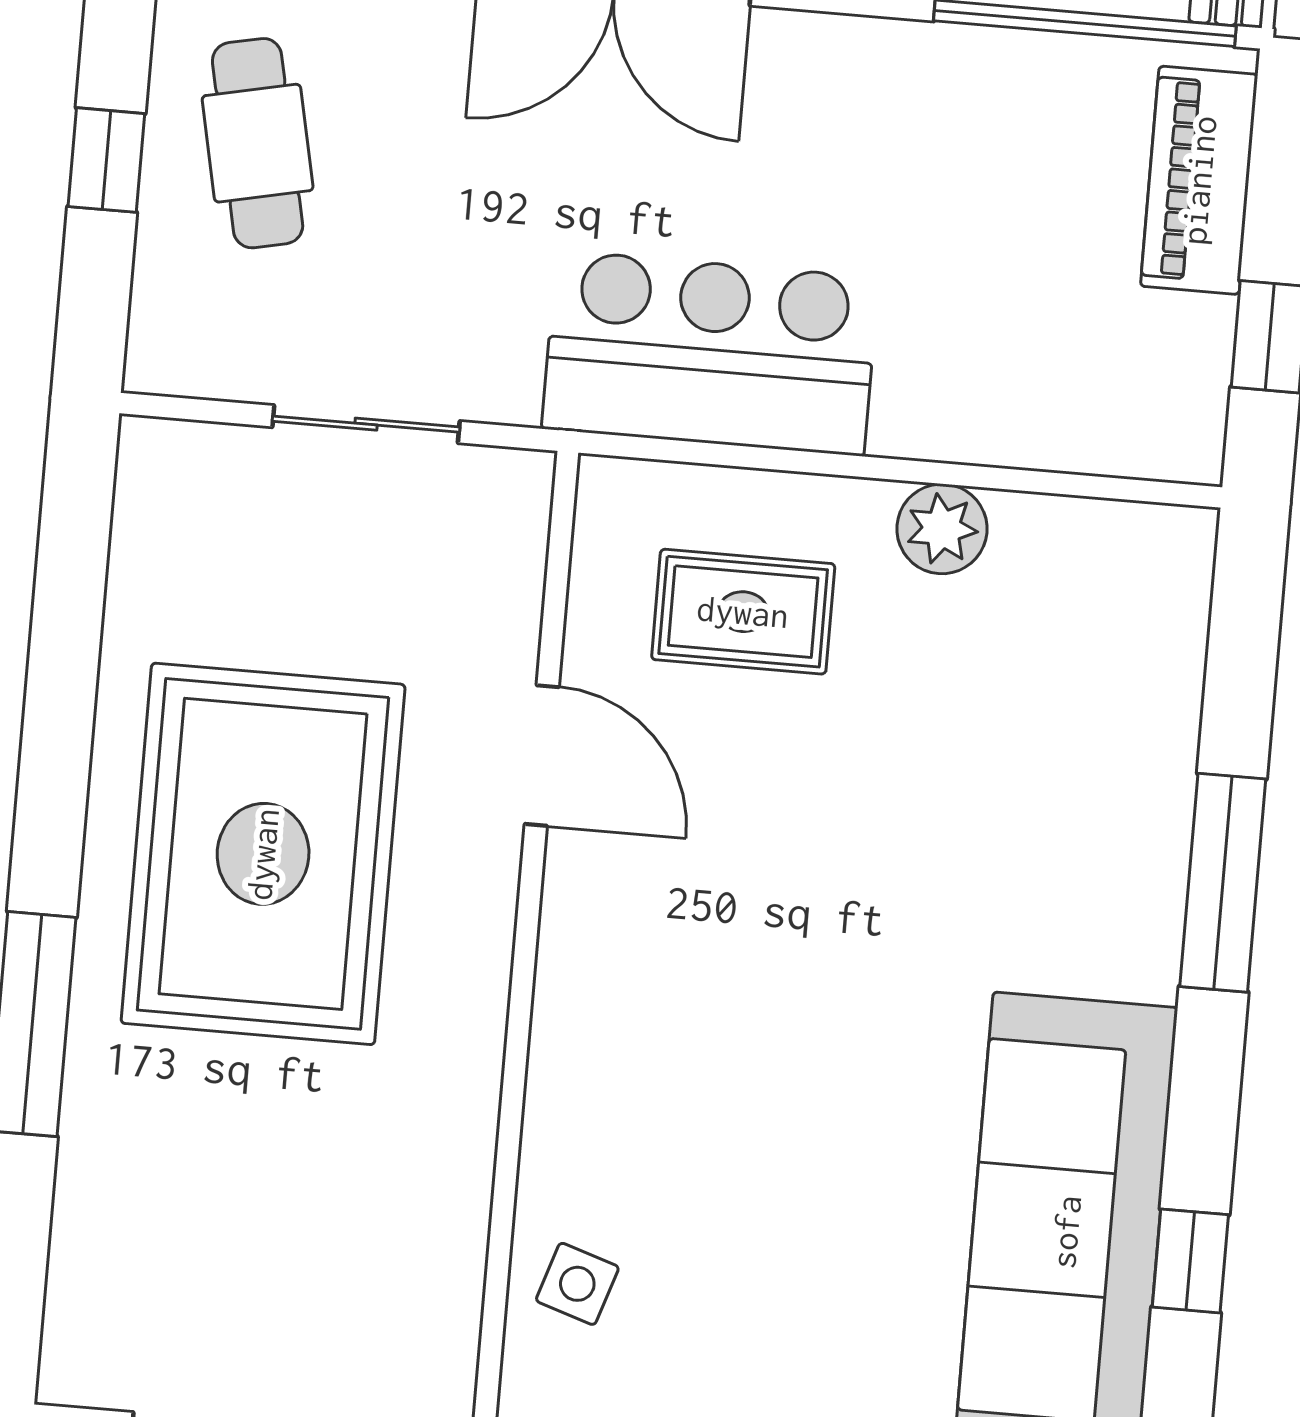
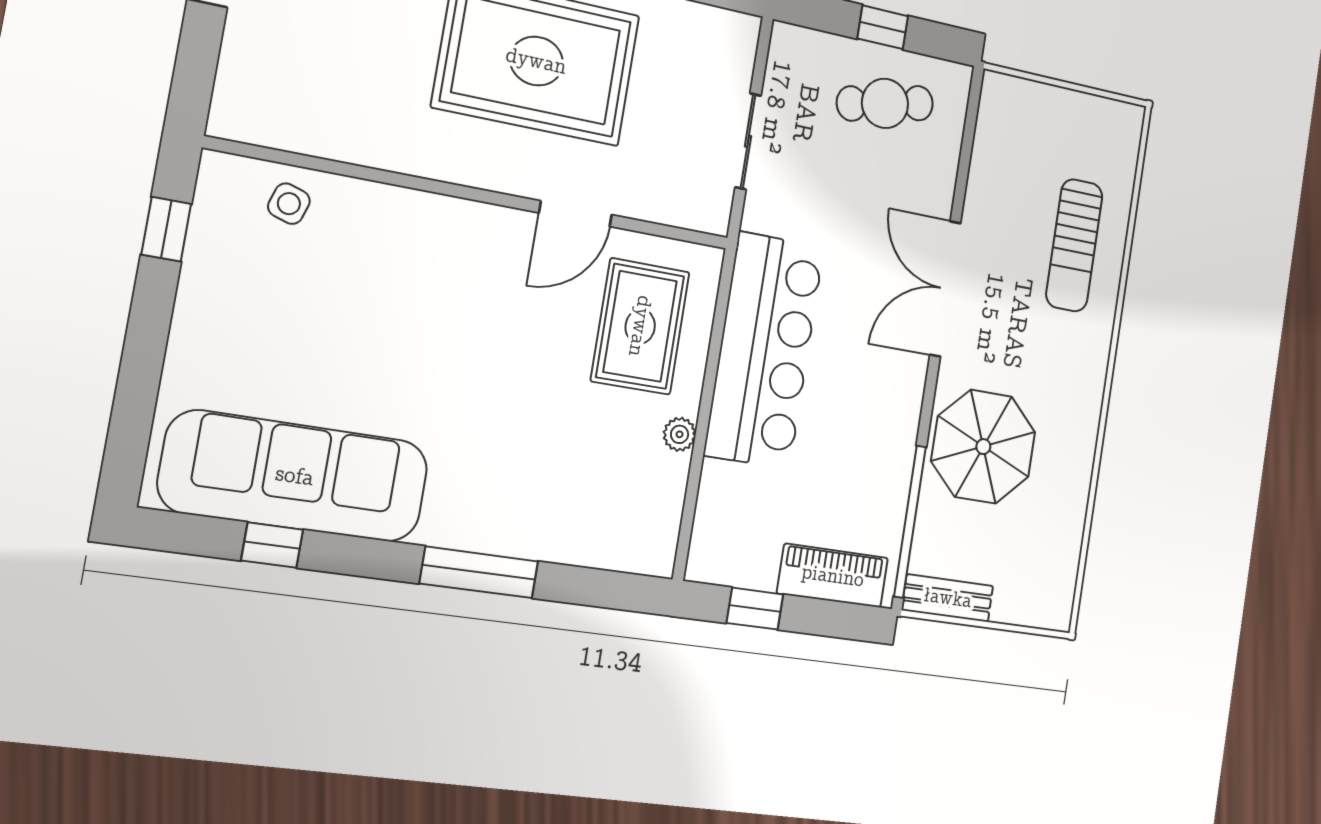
bar counter: (710, 353) -> (764, 350), width x1.36
plant: (942, 529) -> (680, 434), width x0.73, depth x0.73
rug: (743, 612) -> (640, 326), width x1.36, depth x1.43

